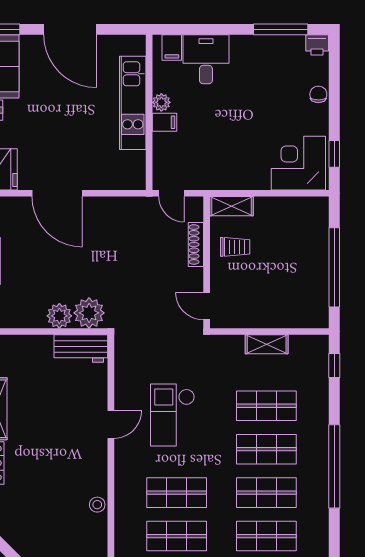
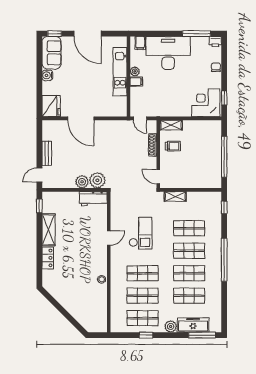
desk: (206, 59) -> (168, 53), width x1.87, depth x1.30
shelving: (267, 344) -> (175, 196), moved
checkout: (173, 415) -> (141, 233), turned 180

